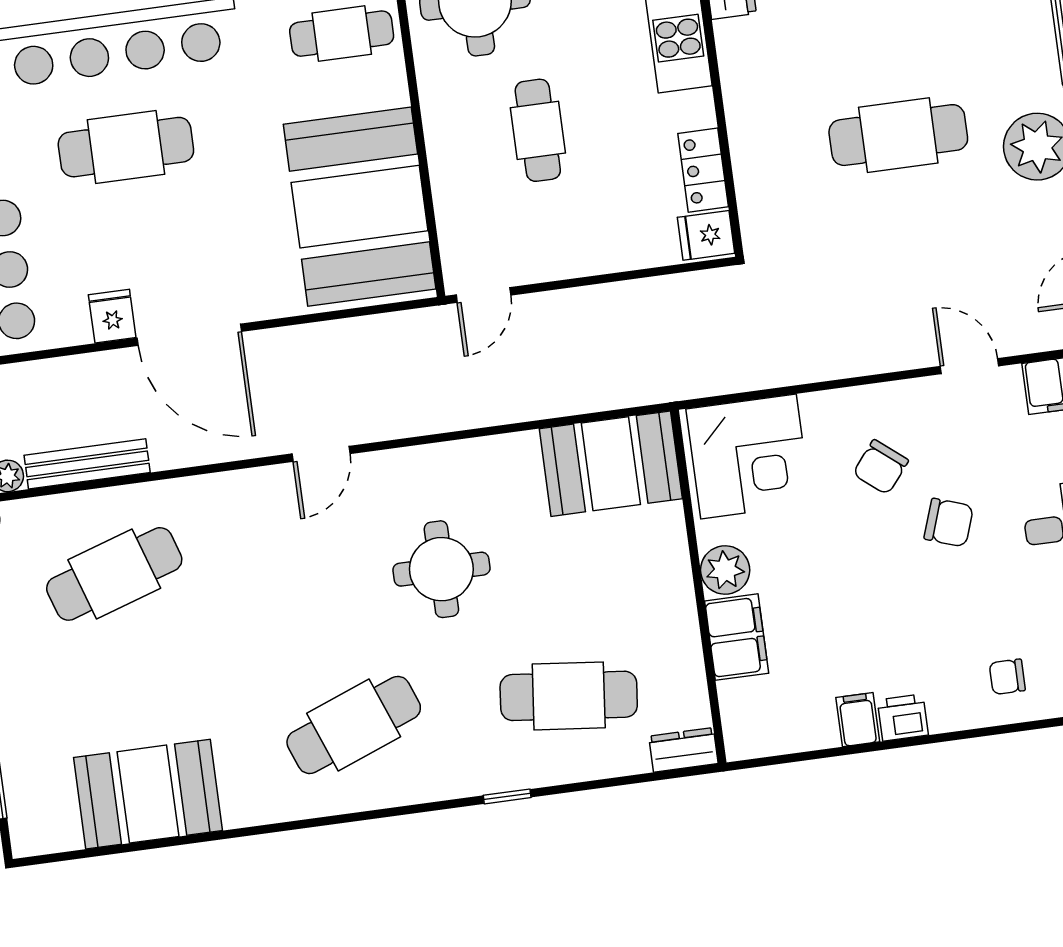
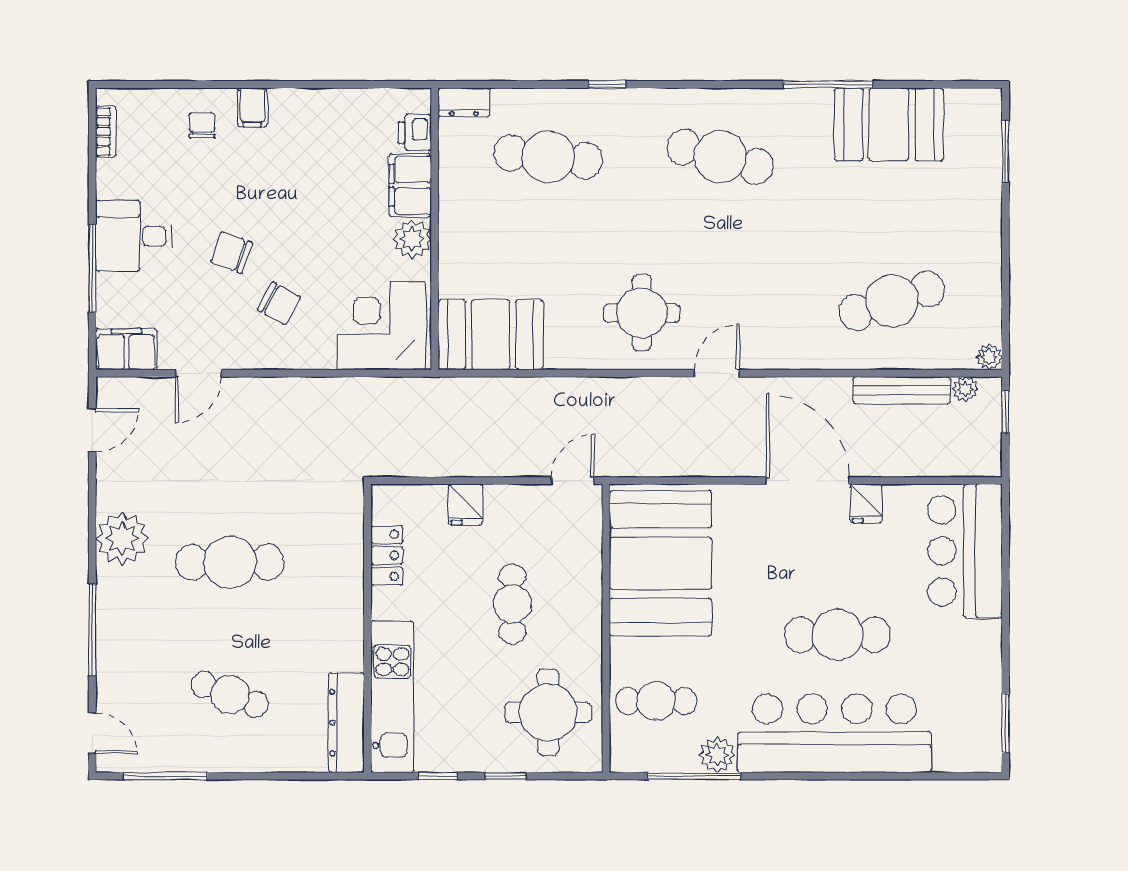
fridge: (706, 235) -> (465, 505), moved, turned 90
door: (970, 366) -> (199, 373), hinge flipped
chair: (881, 467) -> (279, 303), turned 80
round table: (441, 569) -> (642, 313), moved
chair: (1007, 677) -> (202, 125), turned -90
printer: (903, 718) -> (415, 132), moved, turned 90
filing cabinet: (858, 720) -> (252, 108), moved
cafe table: (354, 725) -> (720, 157), turned 36
window: (231, 834) -> (828, 84), added

